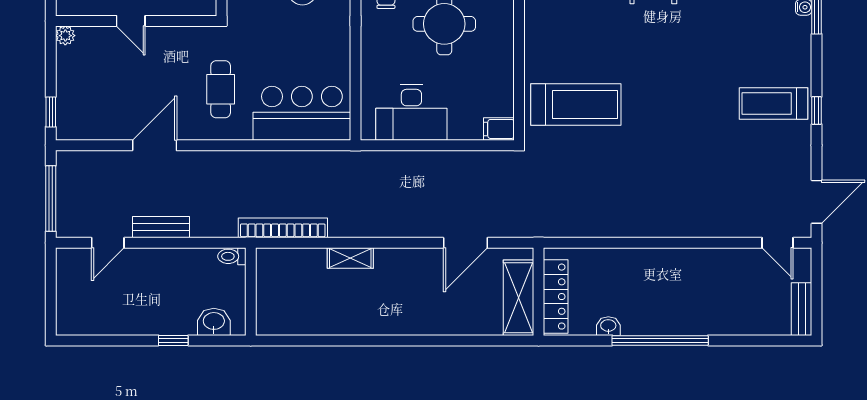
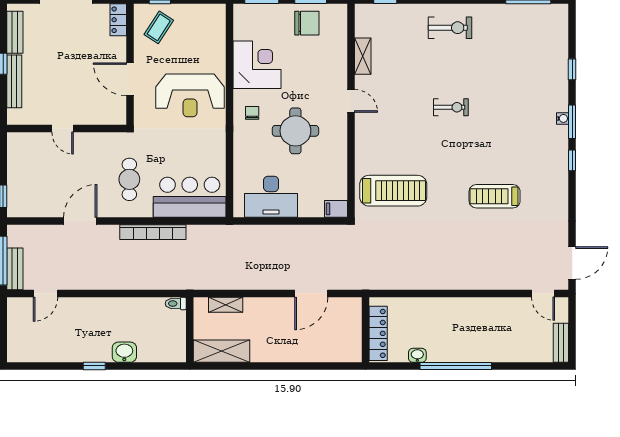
plant: (65, 36) -> (14, 139), removed
treadmill: (773, 104) -> (495, 196), moved
window: (817, 111) -> (572, 160), moved
bench: (161, 227) -> (15, 269), moved, turned 90
bookcase: (283, 228) -> (153, 232), moved, turned 180
toilet: (232, 256) -> (176, 304), moved
wall: (251, 292) -> (190, 330), moved
shelving: (518, 298) -> (222, 351), moved, turned 90

